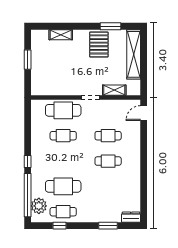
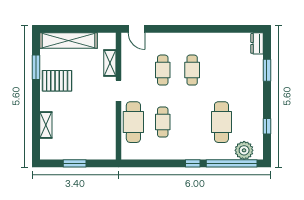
cafe table: (63, 212) -> (251, 122), removed

